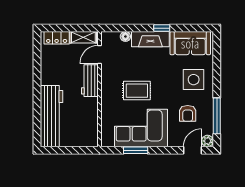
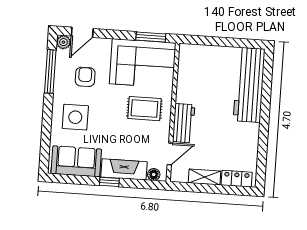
door: (99, 55) -> (170, 154), moved
workbench: (90, 81) -> (184, 123), moved
wall: (99, 89) -> (173, 112), moved

